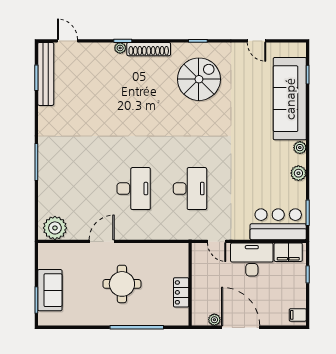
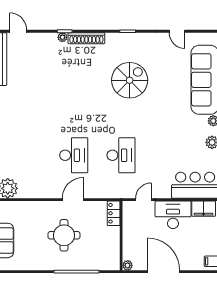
spiral stairs: (199, 79) -> (130, 80), moved
door: (102, 241) -> (73, 200), moved
door: (217, 241) -> (144, 200), swing flipped
locker: (181, 292) -> (114, 213), moved
plant: (214, 320) -> (128, 265), moved

